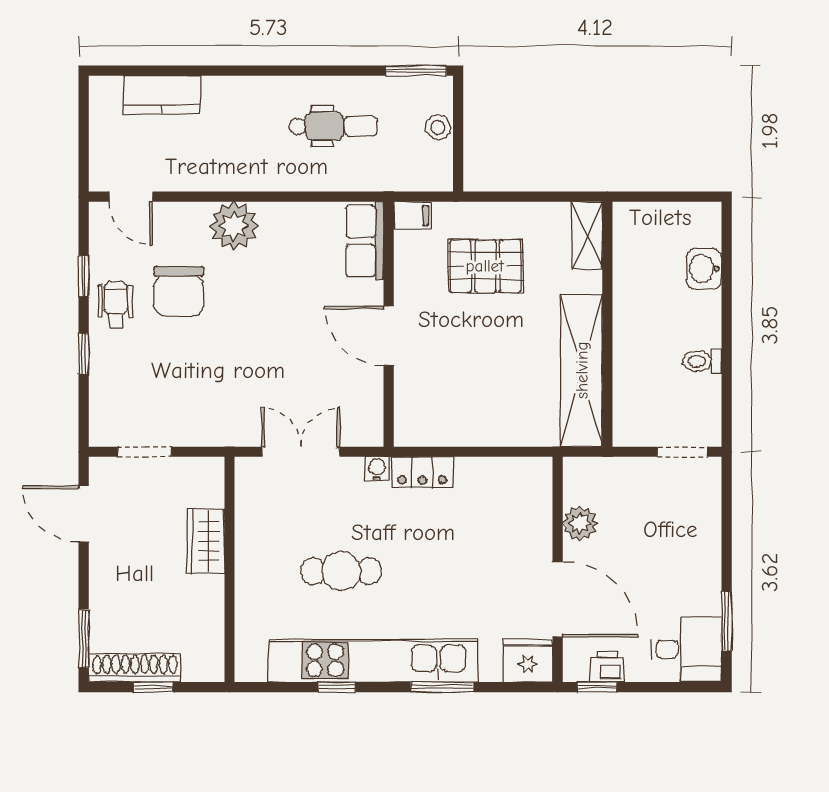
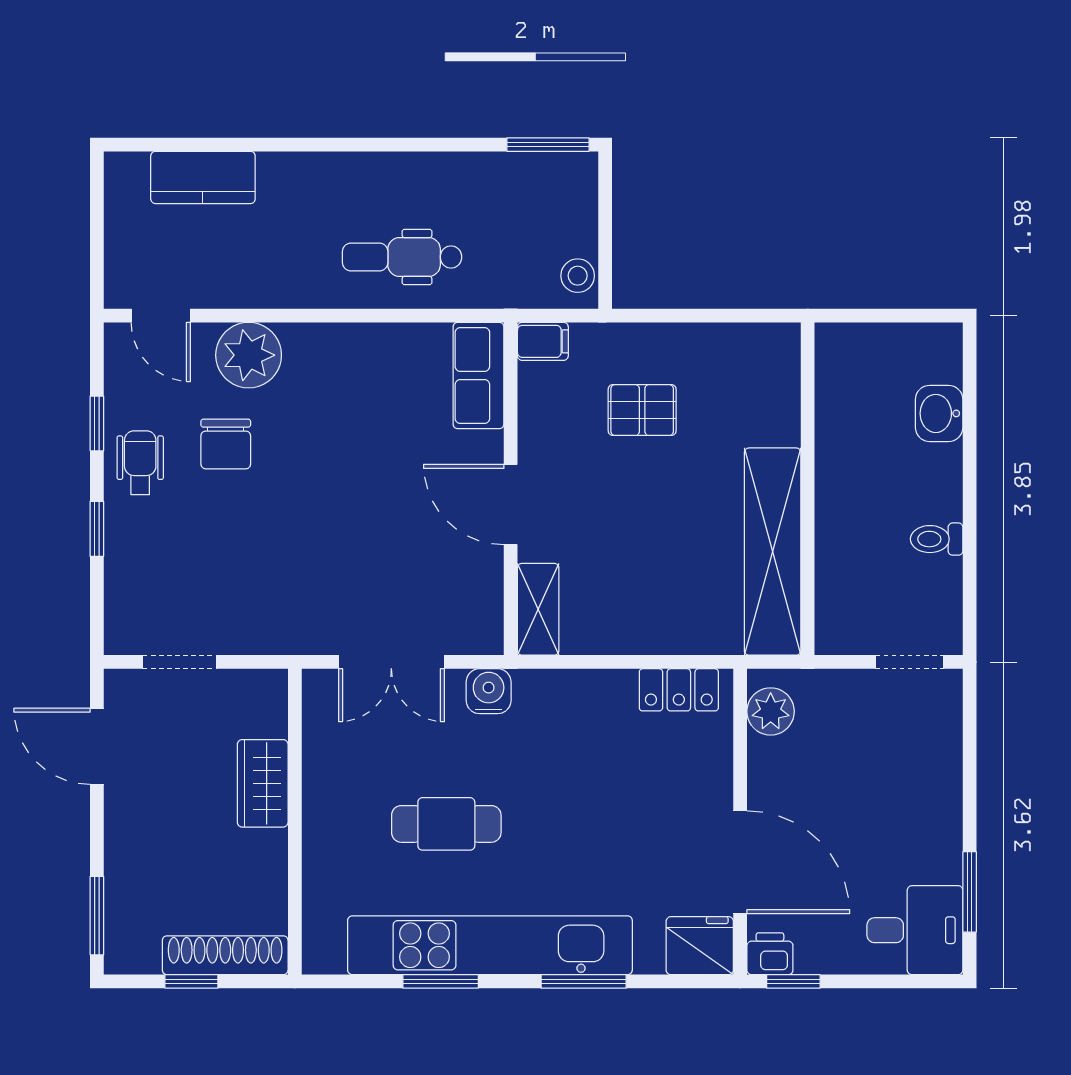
dental chair: (333, 126) -> (402, 257), moved, turned 180
stool: (438, 127) -> (578, 276), moved
plant: (234, 226) -> (249, 355), moved
shelving: (587, 235) -> (538, 609), moved
pallet: (485, 266) -> (642, 410), width x0.67, depth x0.71
chair: (179, 291) -> (226, 444), width x0.73, depth x0.73
double door: (301, 452) -> (391, 662), swing flipped
water cooler: (377, 469) -> (489, 691), width x1.38, depth x1.38
locker: (422, 472) -> (679, 690), moved
plant: (580, 523) -> (771, 711), moved
printer: (607, 667) -> (770, 954), moved
shoe rack: (135, 668) -> (225, 955), moved
window: (337, 687) -> (441, 981), width x1.50

